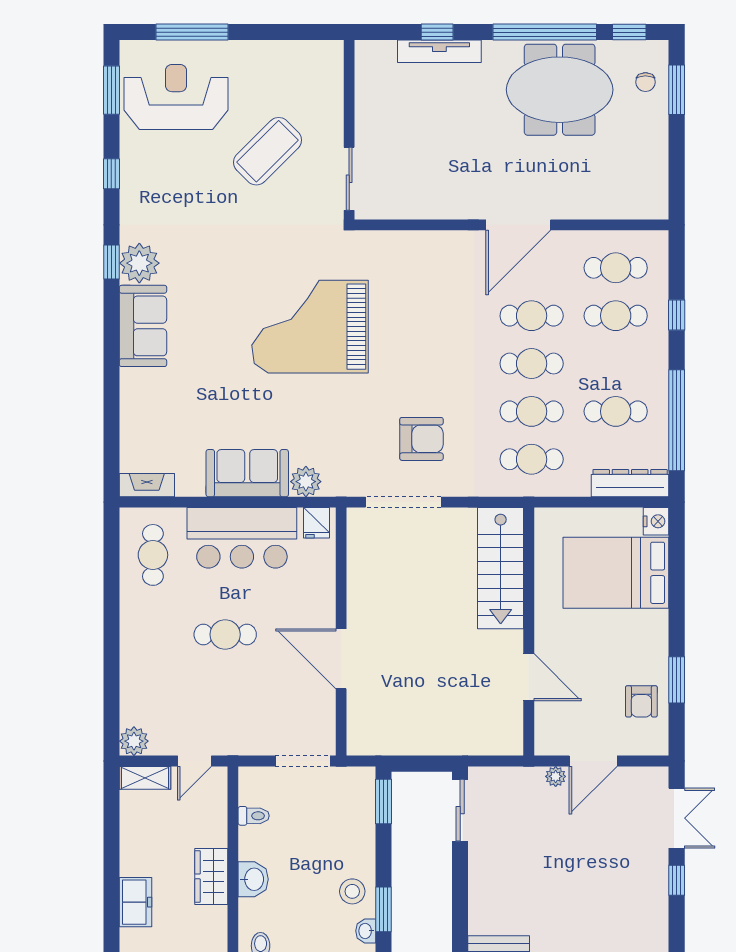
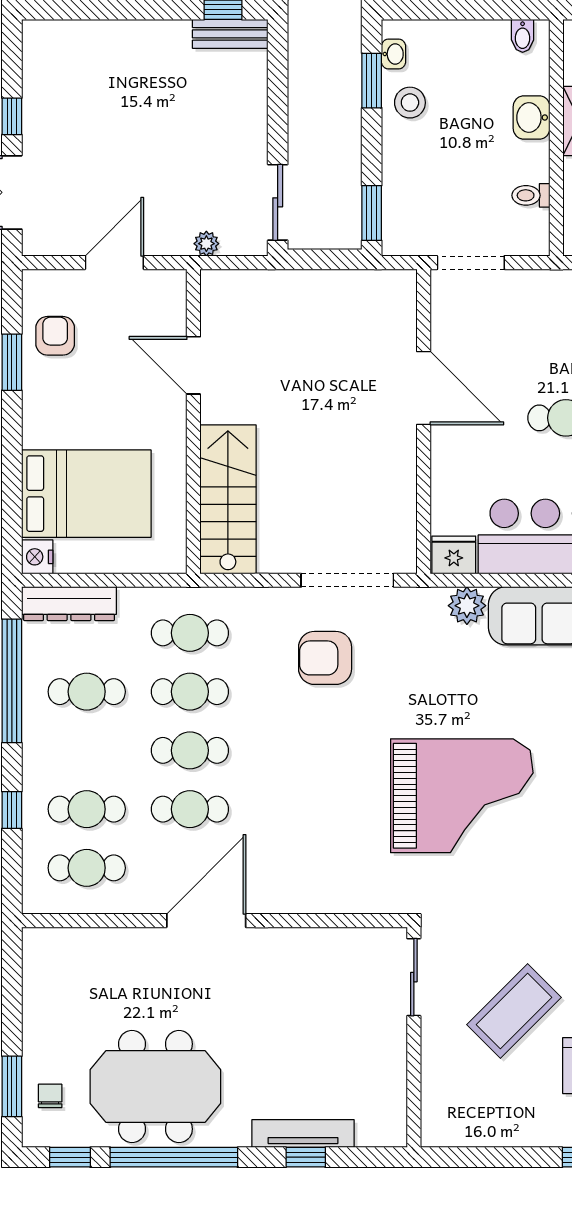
fridge: (317, 523) -> (454, 555), width x1.38
plant: (556, 776) -> (206, 244), moved

